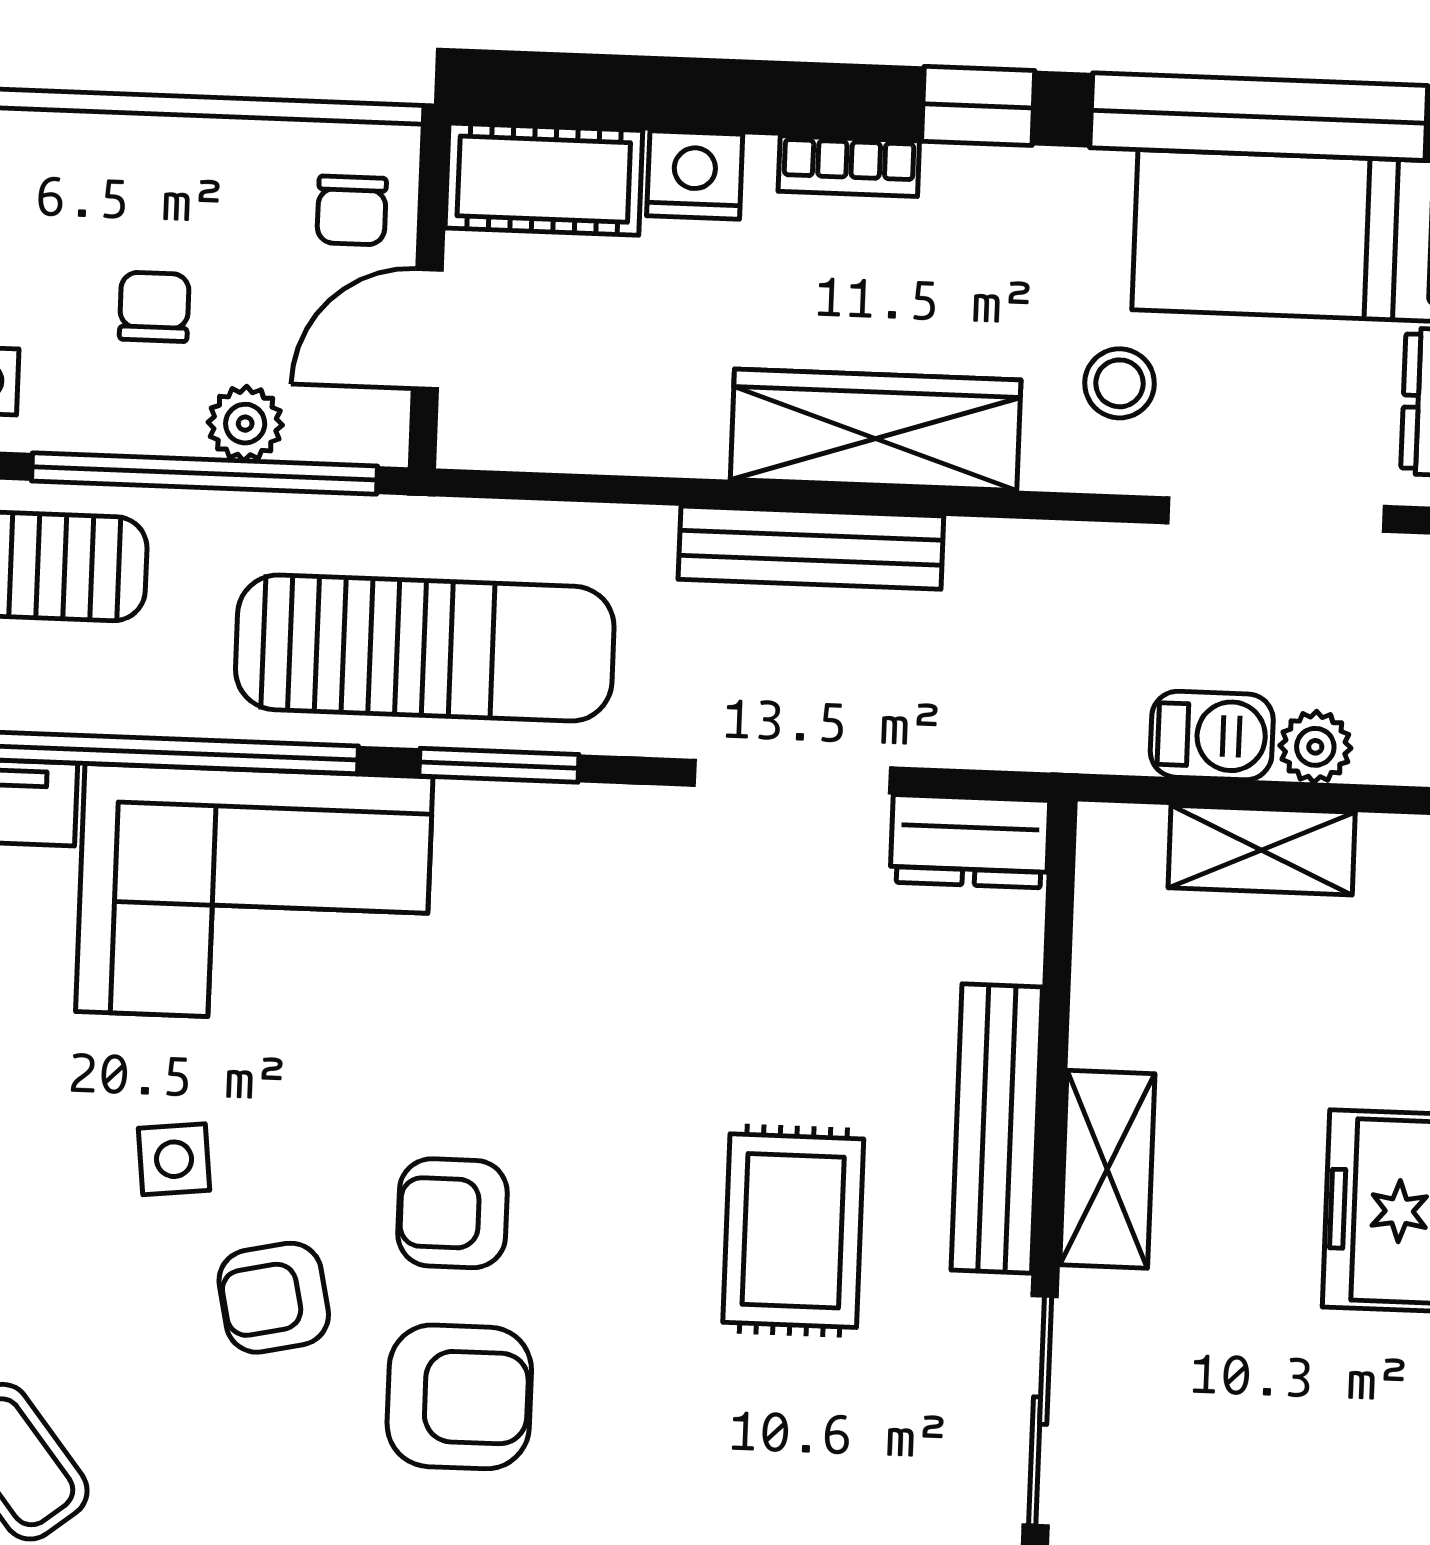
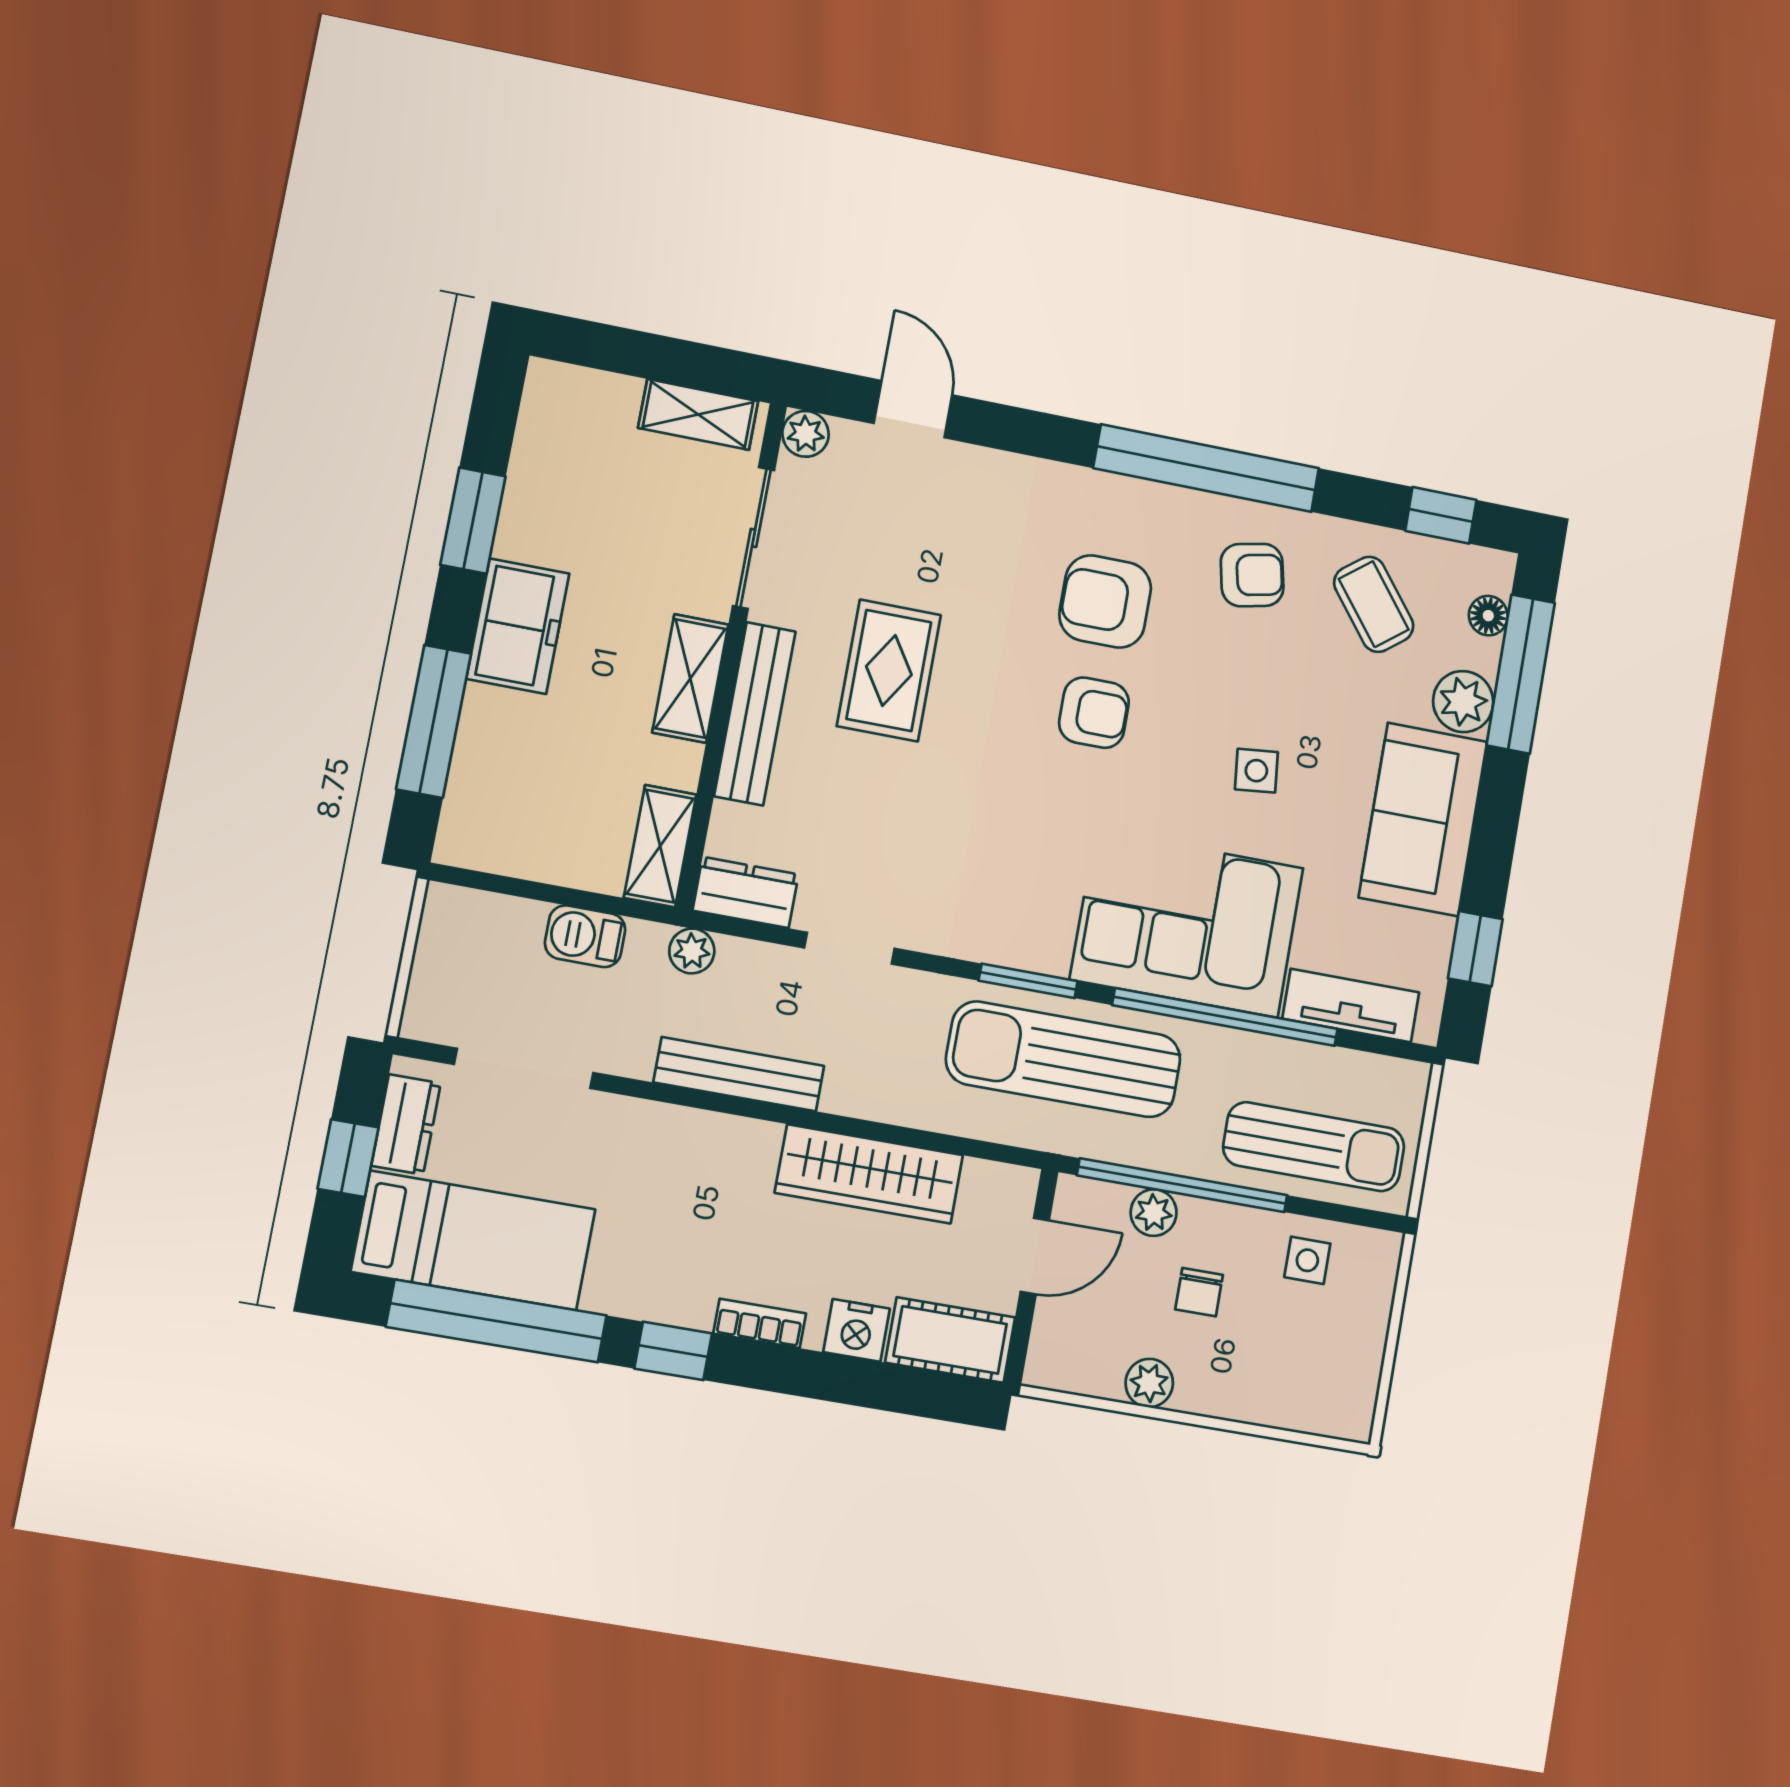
plant: (215, 153) -> (1149, 1383), added
chair: (352, 210) -> (1071, 1336), removed
stool: (1120, 383) -> (610, 1164), removed
wardrobe: (876, 430) -> (869, 1174), moved
bench: (811, 548) -> (739, 1074), moved
plant: (1315, 747) -> (692, 951), moved
doorway: (793, 777) -> (849, 948), width x0.73
shelving: (1262, 850) -> (660, 846), moved, turned 90
armchair: (274, 1298) -> (1252, 575), moved

